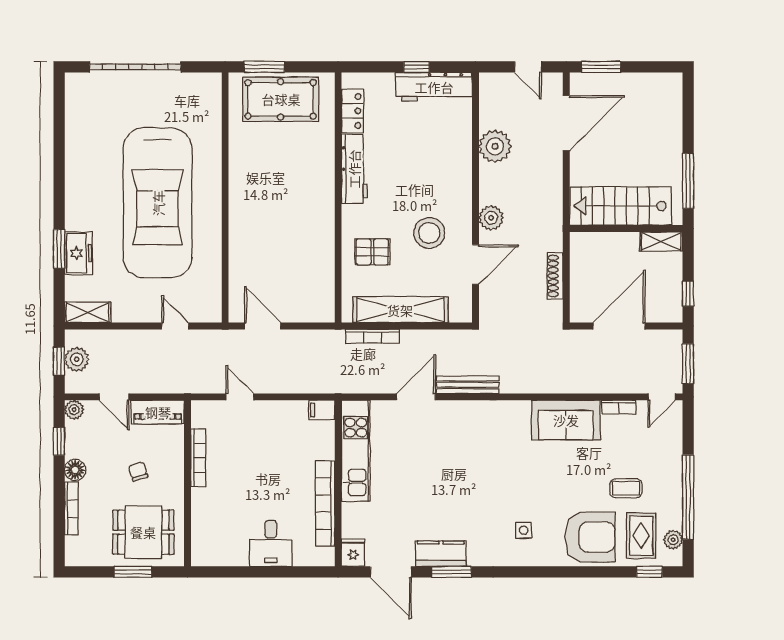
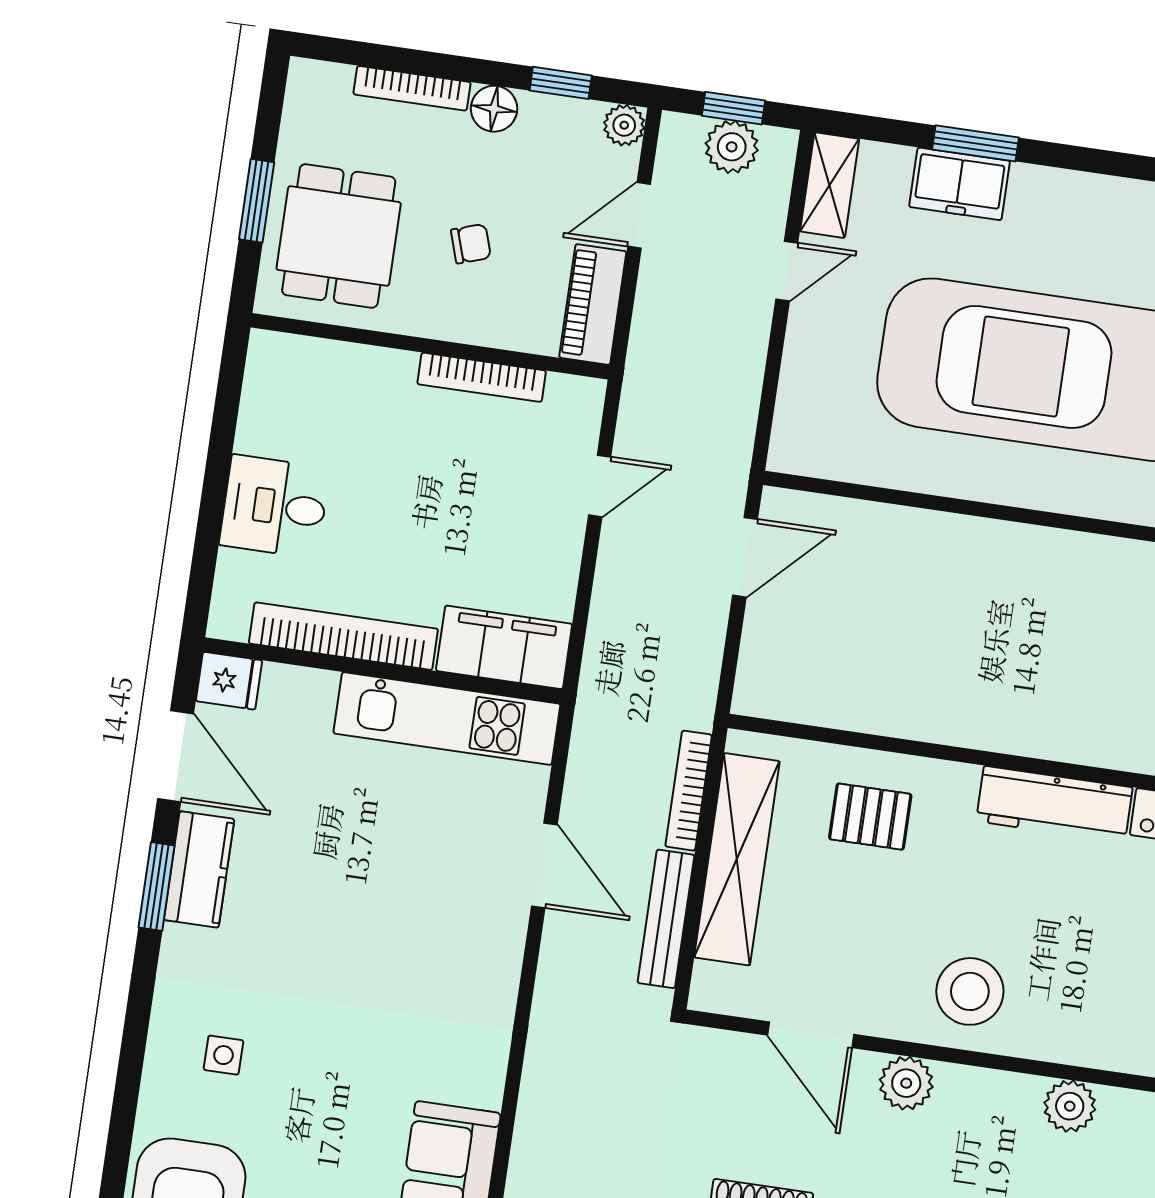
plant: (495, 146) -> (1070, 1106), width x0.73, depth x0.73
stool: (429, 233) -> (970, 991), moved
pallet: (372, 252) -> (870, 817), turned 90
door: (175, 326) -> (787, 271), moved
bench: (468, 385) -> (666, 919), moved
filing cabinet: (322, 410) -> (504, 647), width x3.00, depth x1.17
door: (391, 572) -> (176, 756), swing flipped

